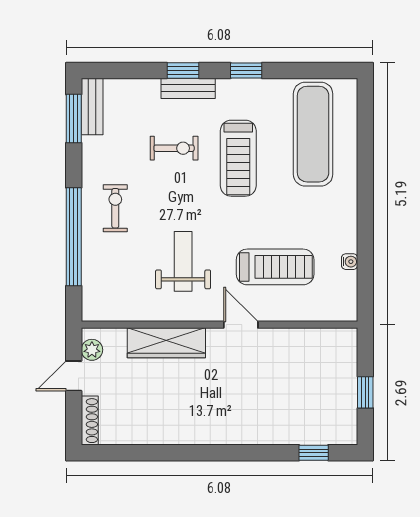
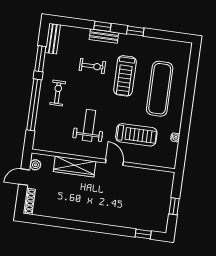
window: (74, 119) -> (40, 59), moved
exercise mat: (313, 134) -> (160, 89), moved

